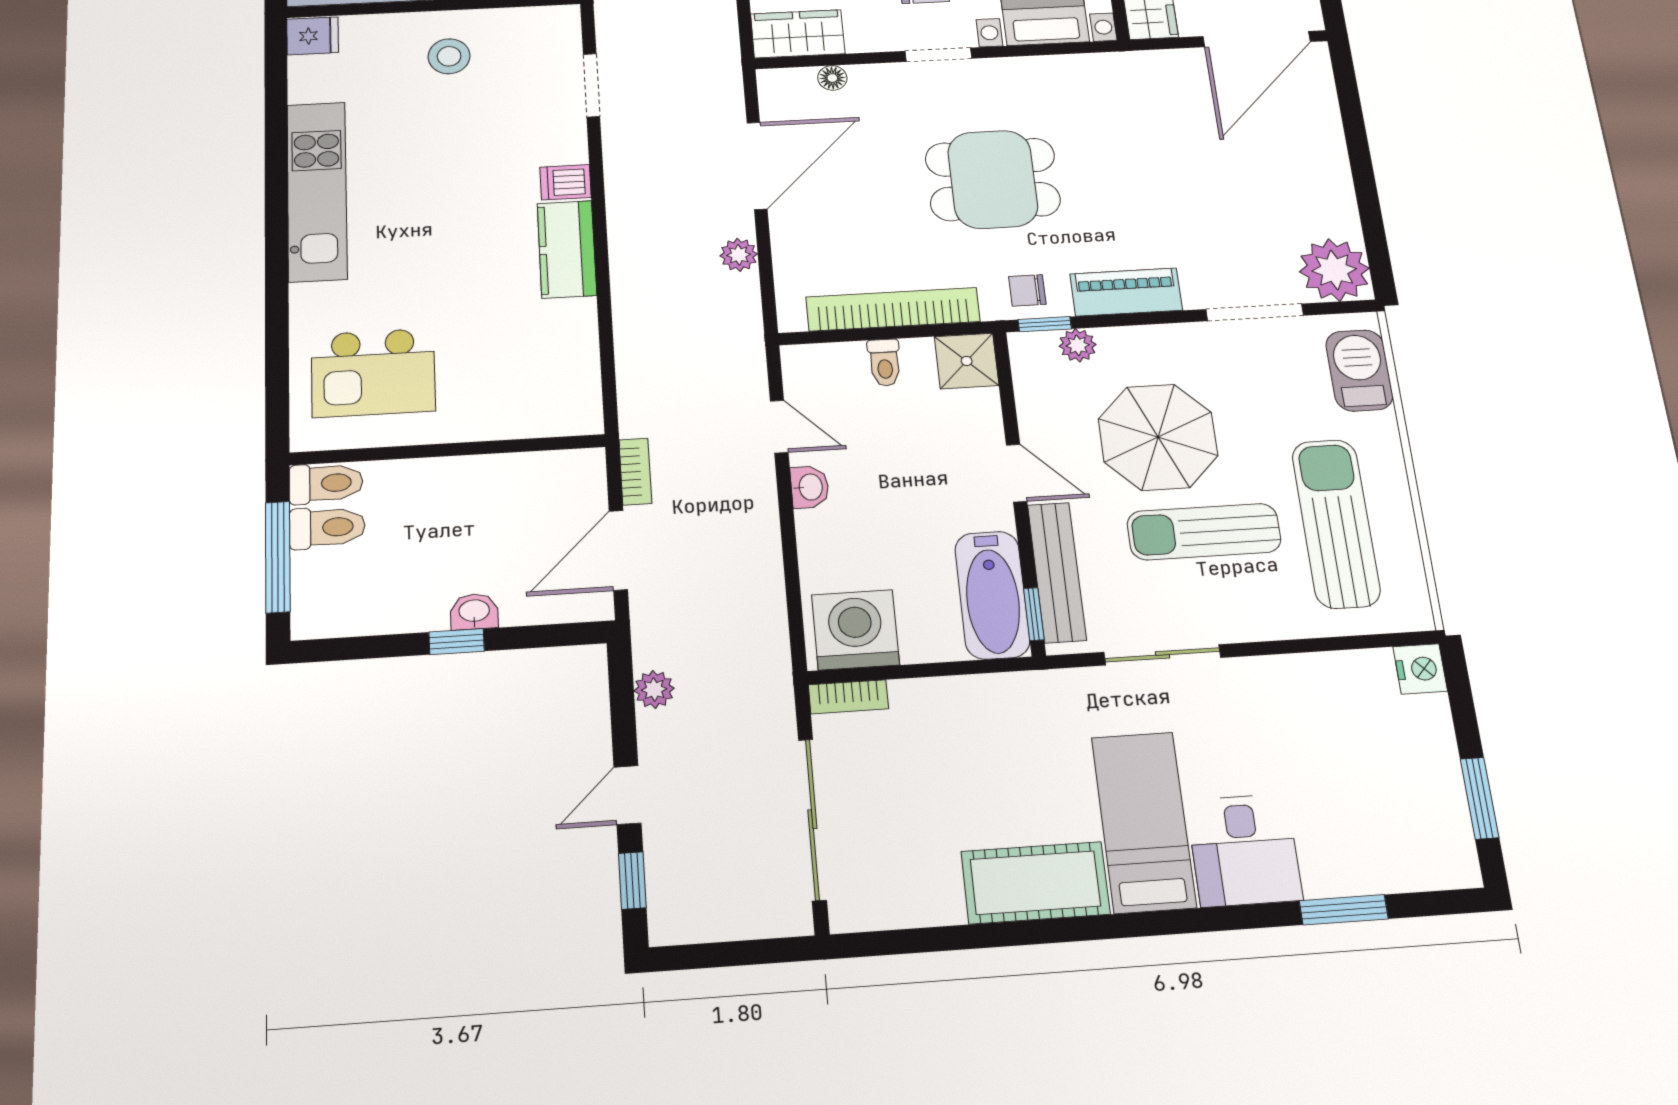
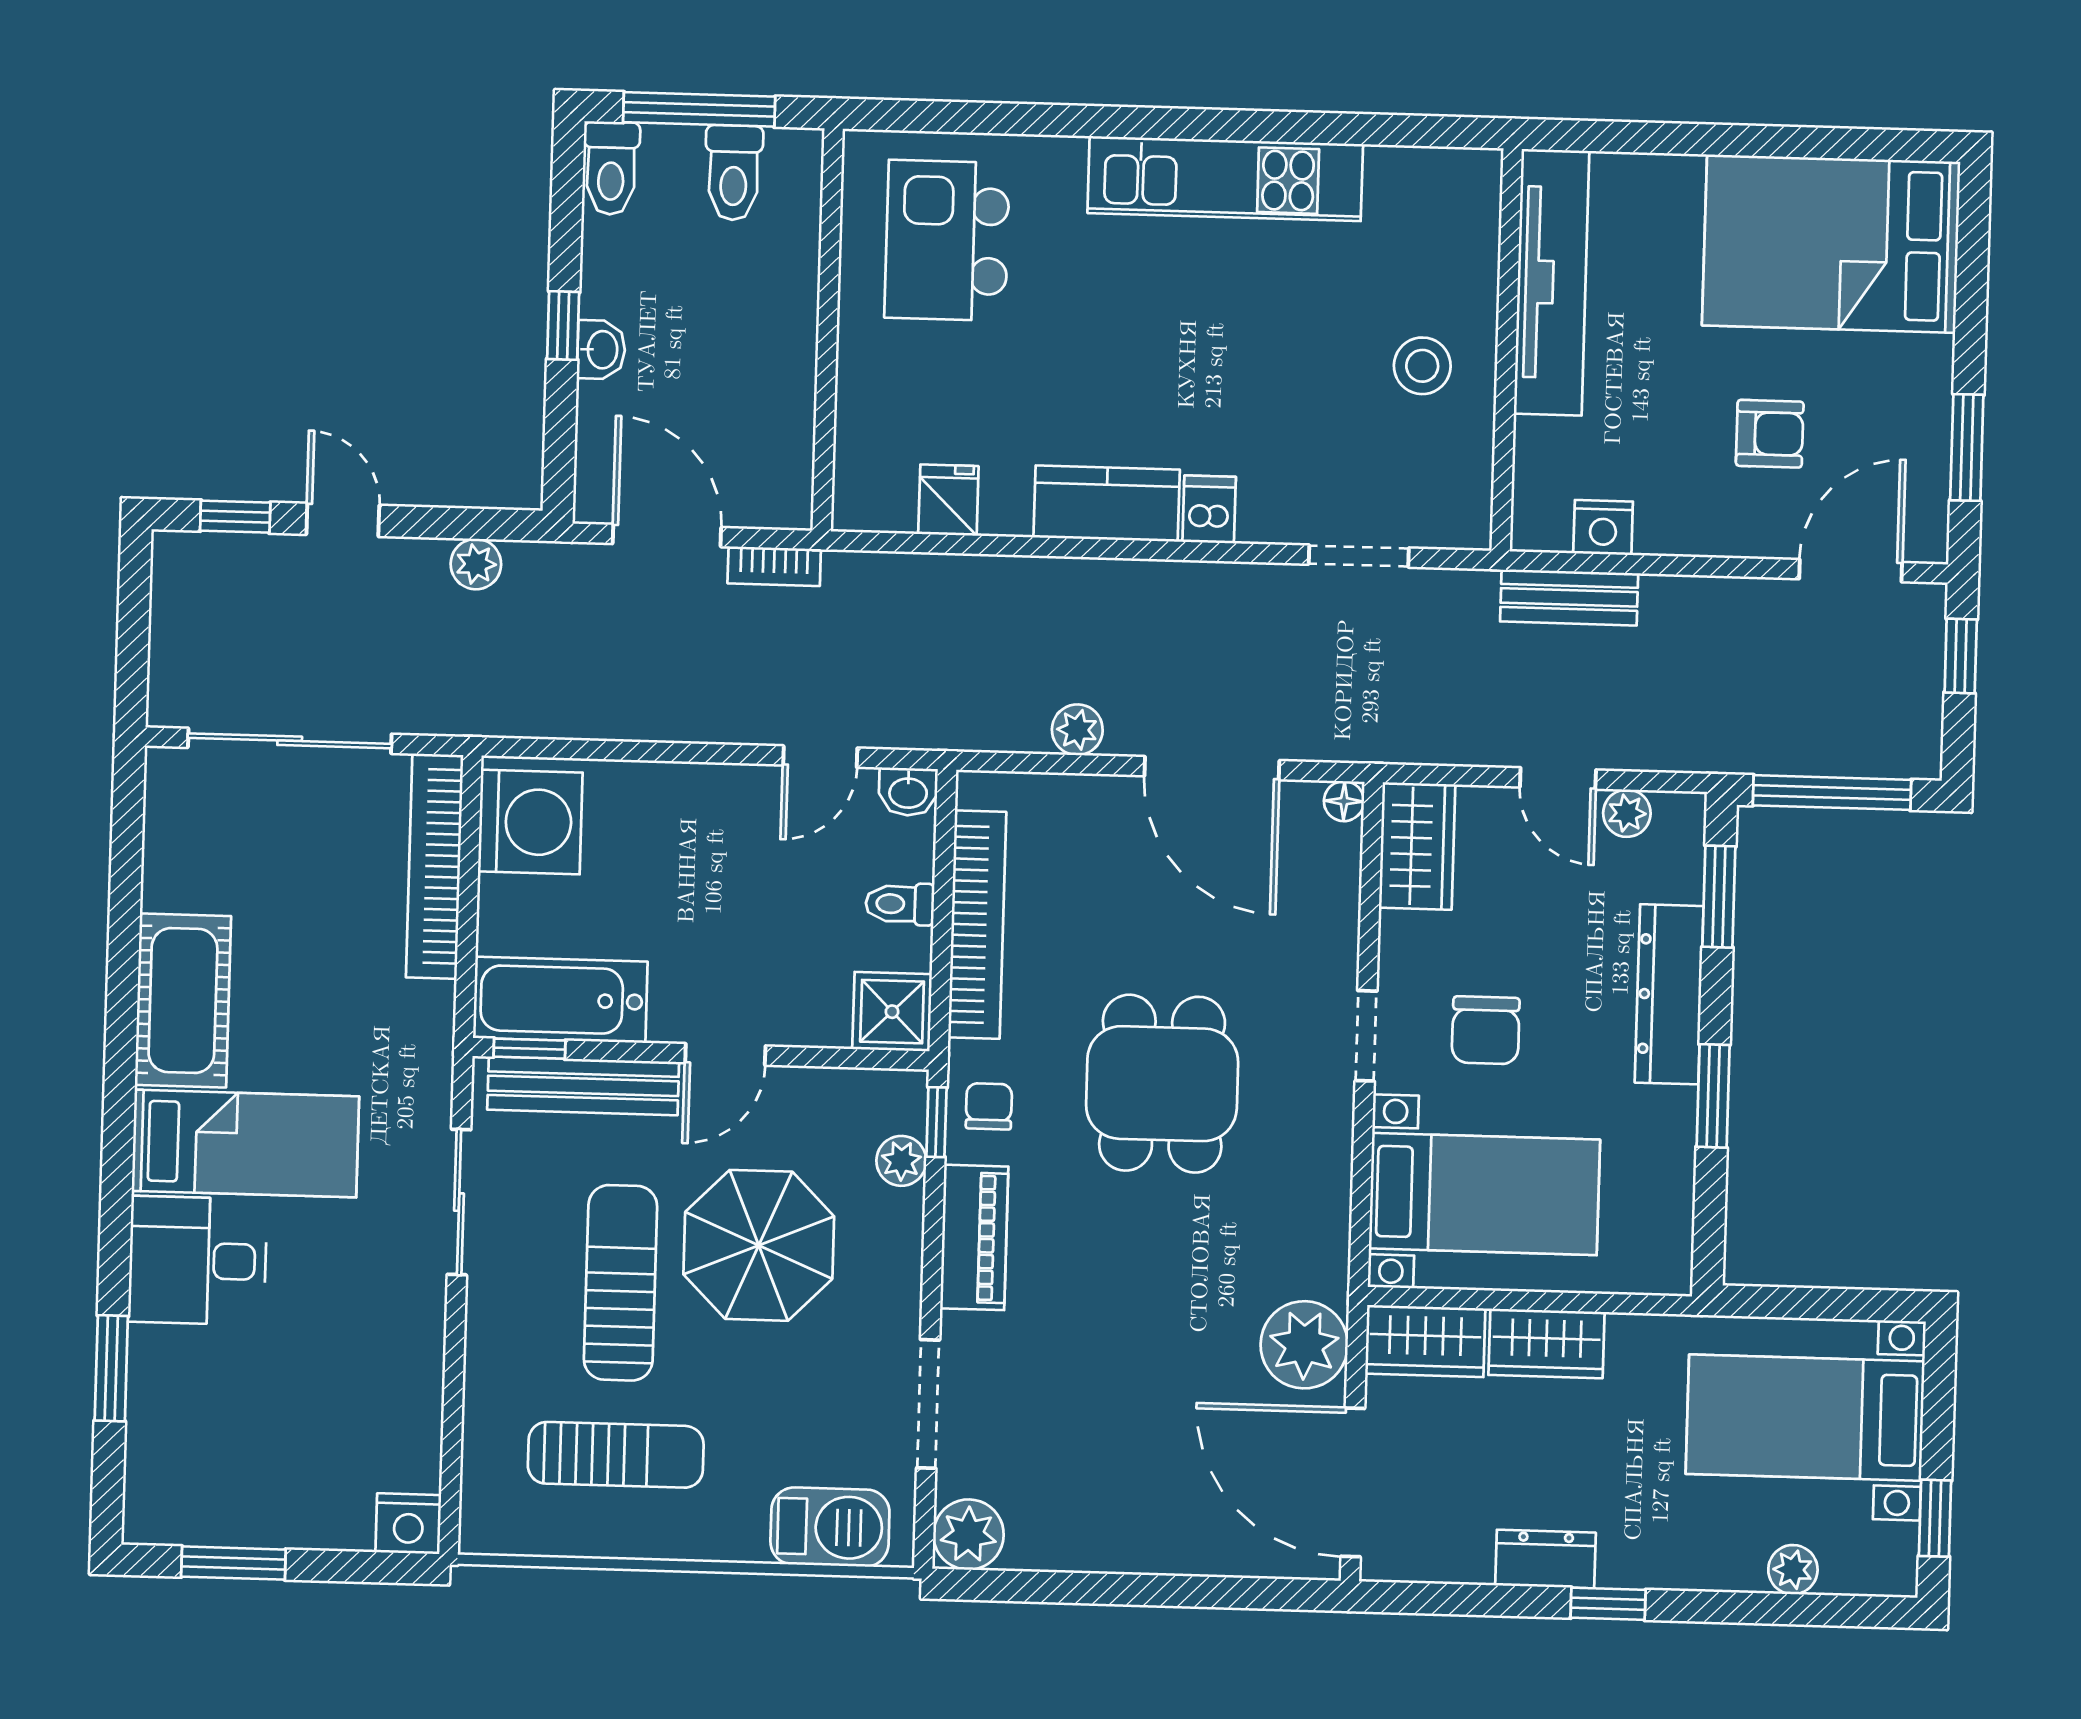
fridge: (313, 36) -> (948, 500), moved, turned 180
plant: (1165, 76) -> (1304, 1345), added
floor lamp: (832, 78) -> (1344, 801), moved
plant: (1334, 270) -> (968, 1535), width x0.73, depth x0.73
toilet: (326, 483) -> (611, 168), moved
washbasin: (810, 487) -> (908, 792), moved
sun lounger: (1336, 523) -> (616, 1455), width x0.73, depth x0.75
bookcase: (848, 697) -> (435, 866), width x2.31, depth x1.31

